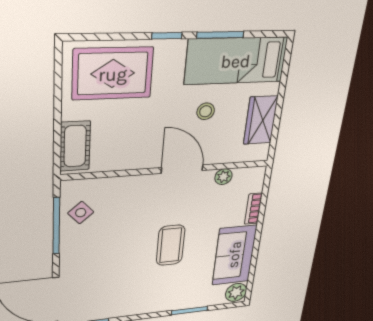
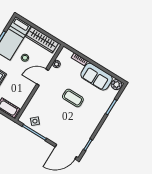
wardrobe: (261, 120) -> (42, 40), width x1.50

